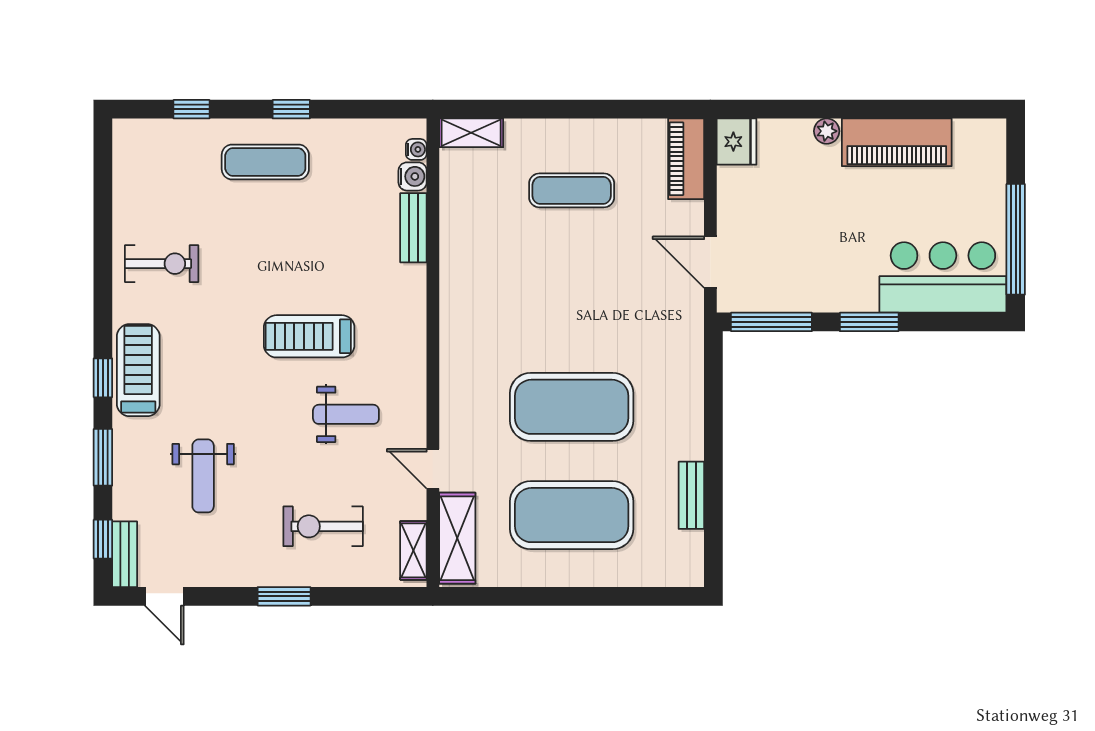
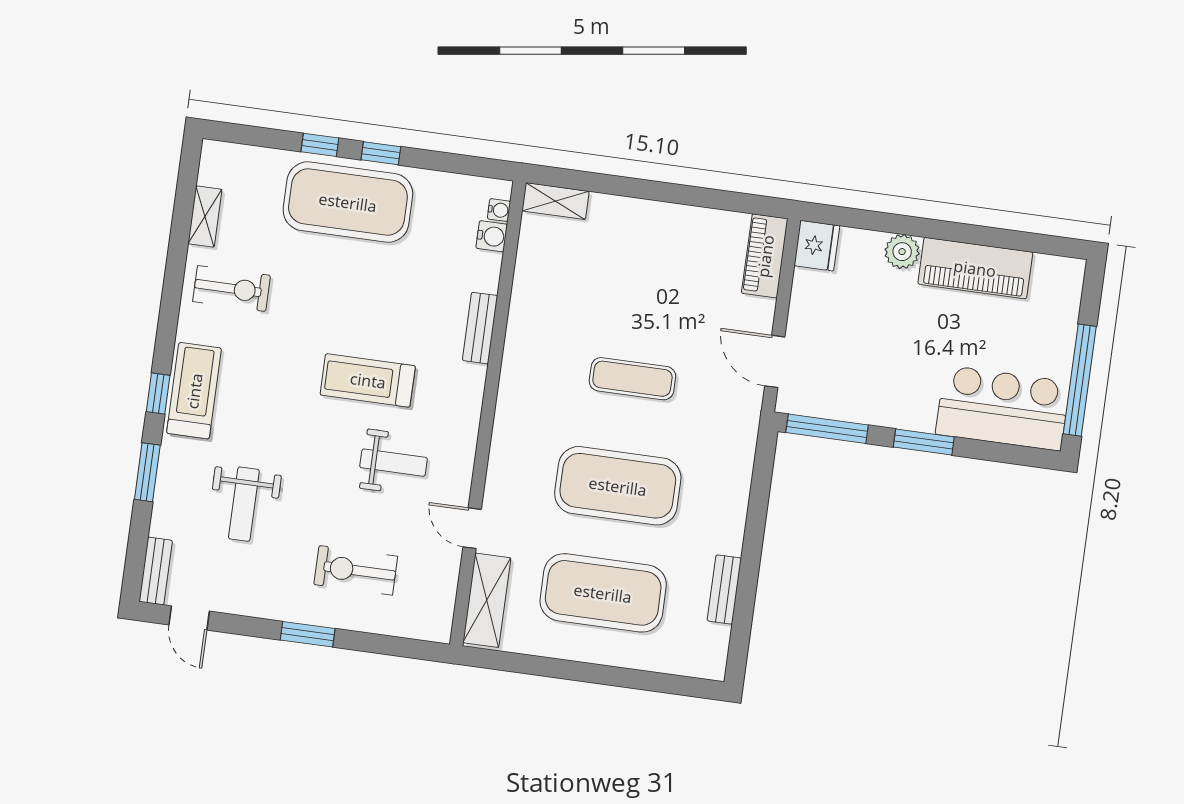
window: (191, 109) -> (320, 145), moved
plant: (827, 131) -> (902, 252), width x1.38, depth x1.38
exercise mat: (265, 162) -> (348, 202), width x2.00, depth x1.45
exercise mat: (572, 190) -> (632, 379), moved
bench: (413, 228) -> (480, 328), moved
window: (103, 539) -> (136, 553), removed
shelving: (413, 550) -> (205, 217), moved

